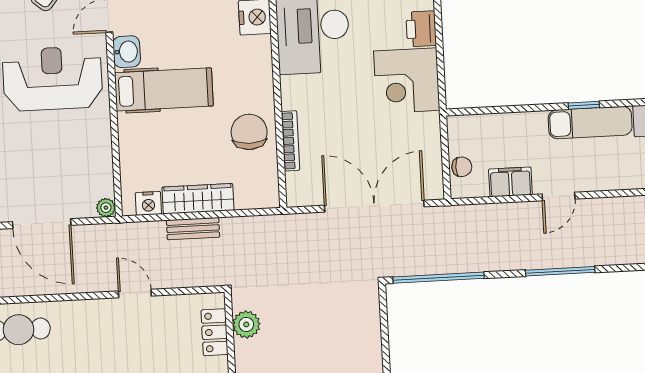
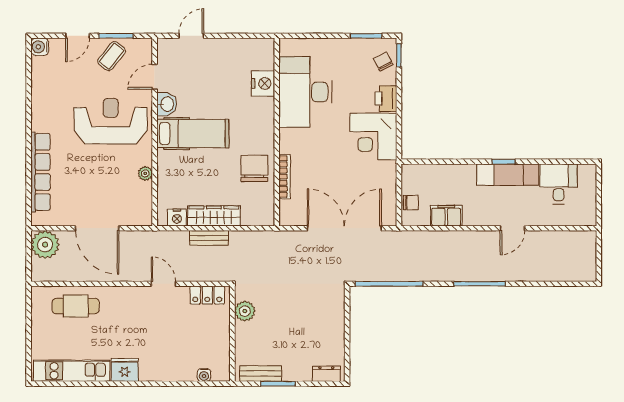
door: (559, 196) -> (512, 228), moved
plant: (106, 208) -> (145, 173), moved
locker: (215, 332) -> (207, 295), moved, turned -90

